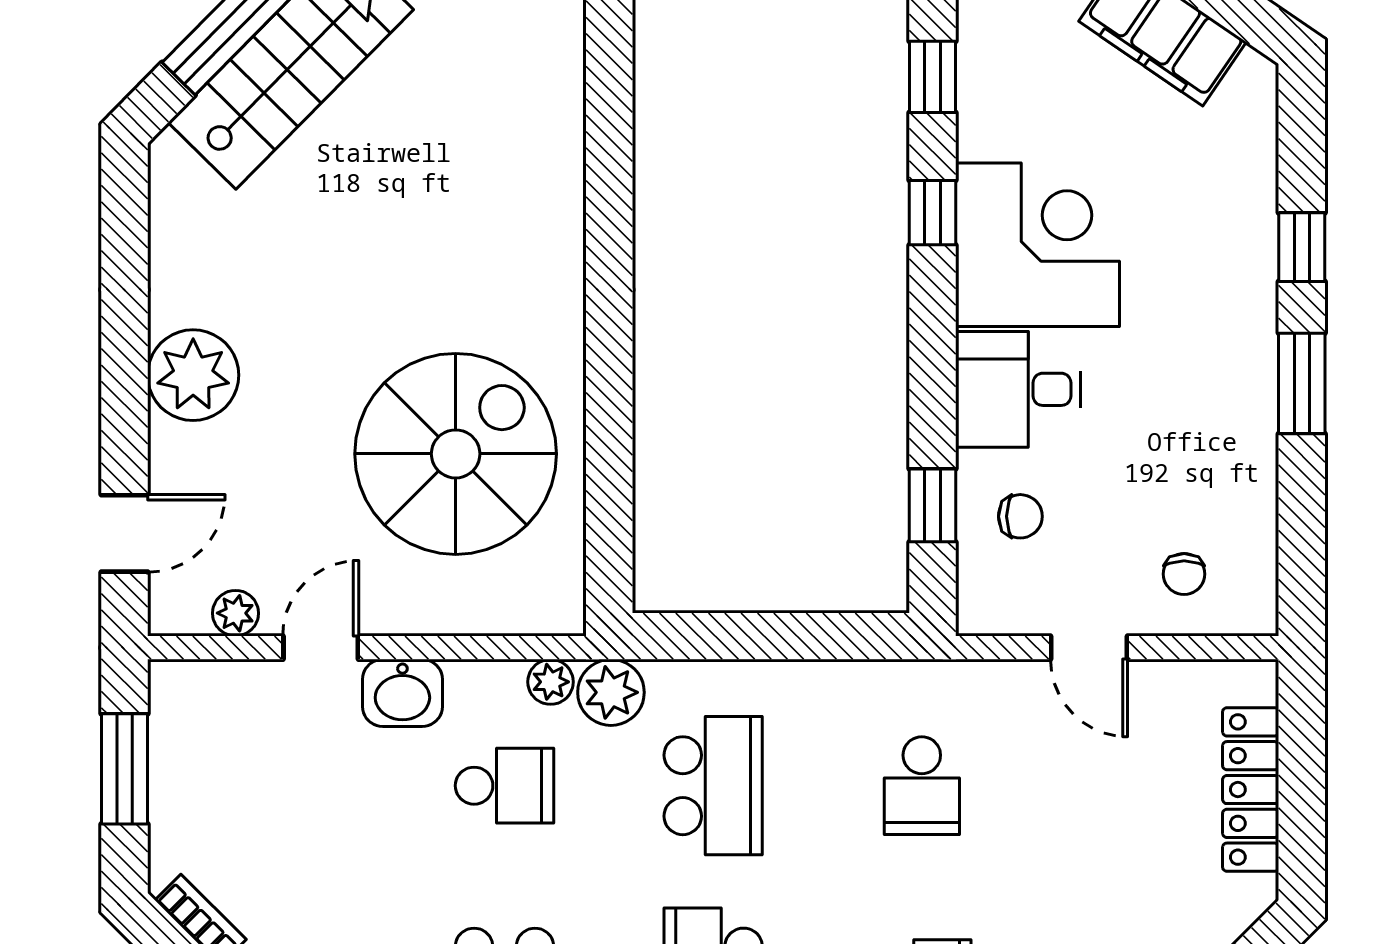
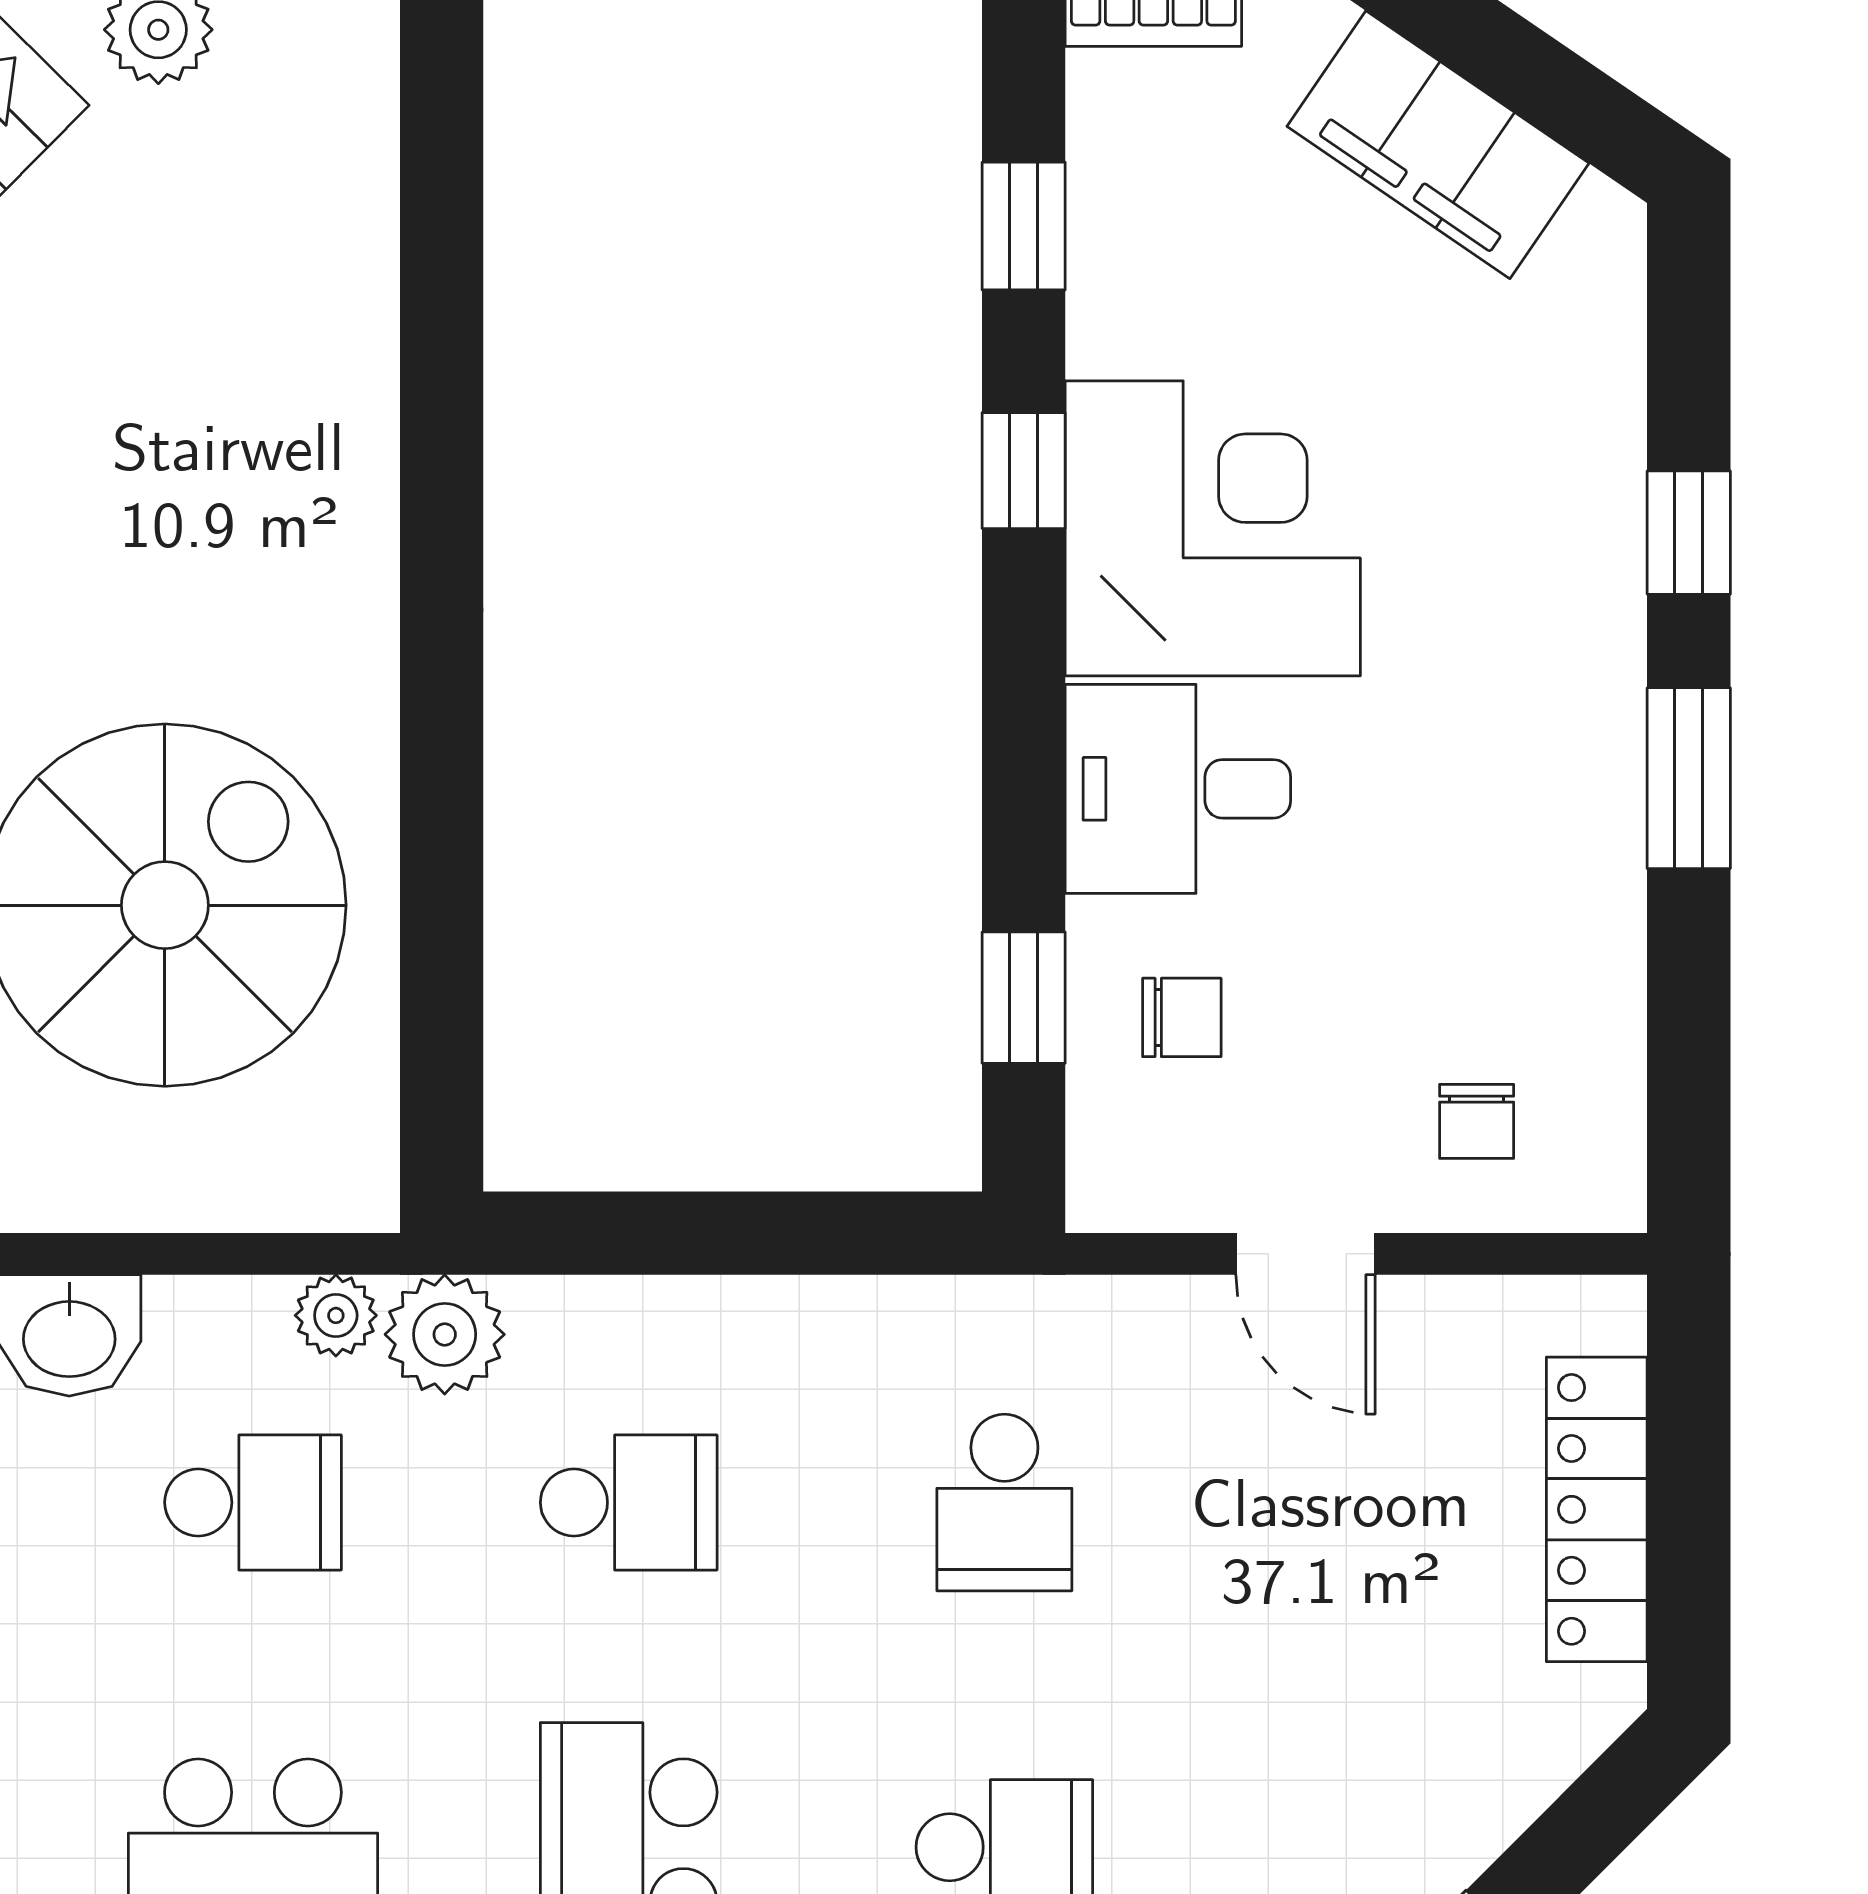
school desk: (713, 786) -> (629, 1502), width x0.54

